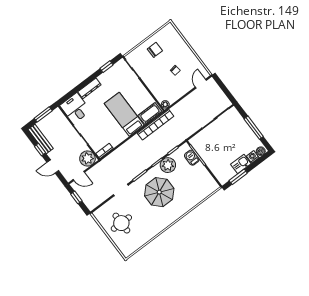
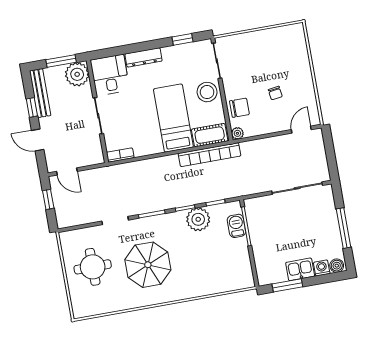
chair: (155, 50) -> (239, 108), moved
stool: (136, 90) -> (207, 92), added
plant: (87, 158) -> (77, 74), moved
parasol: (159, 192) -> (148, 265), moved

